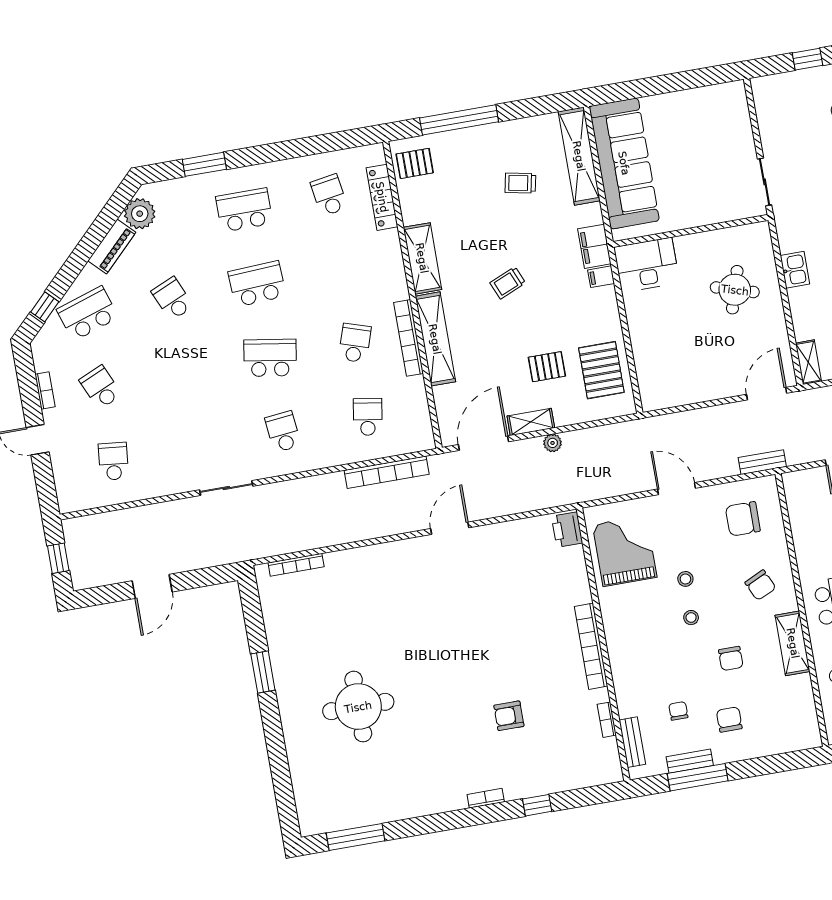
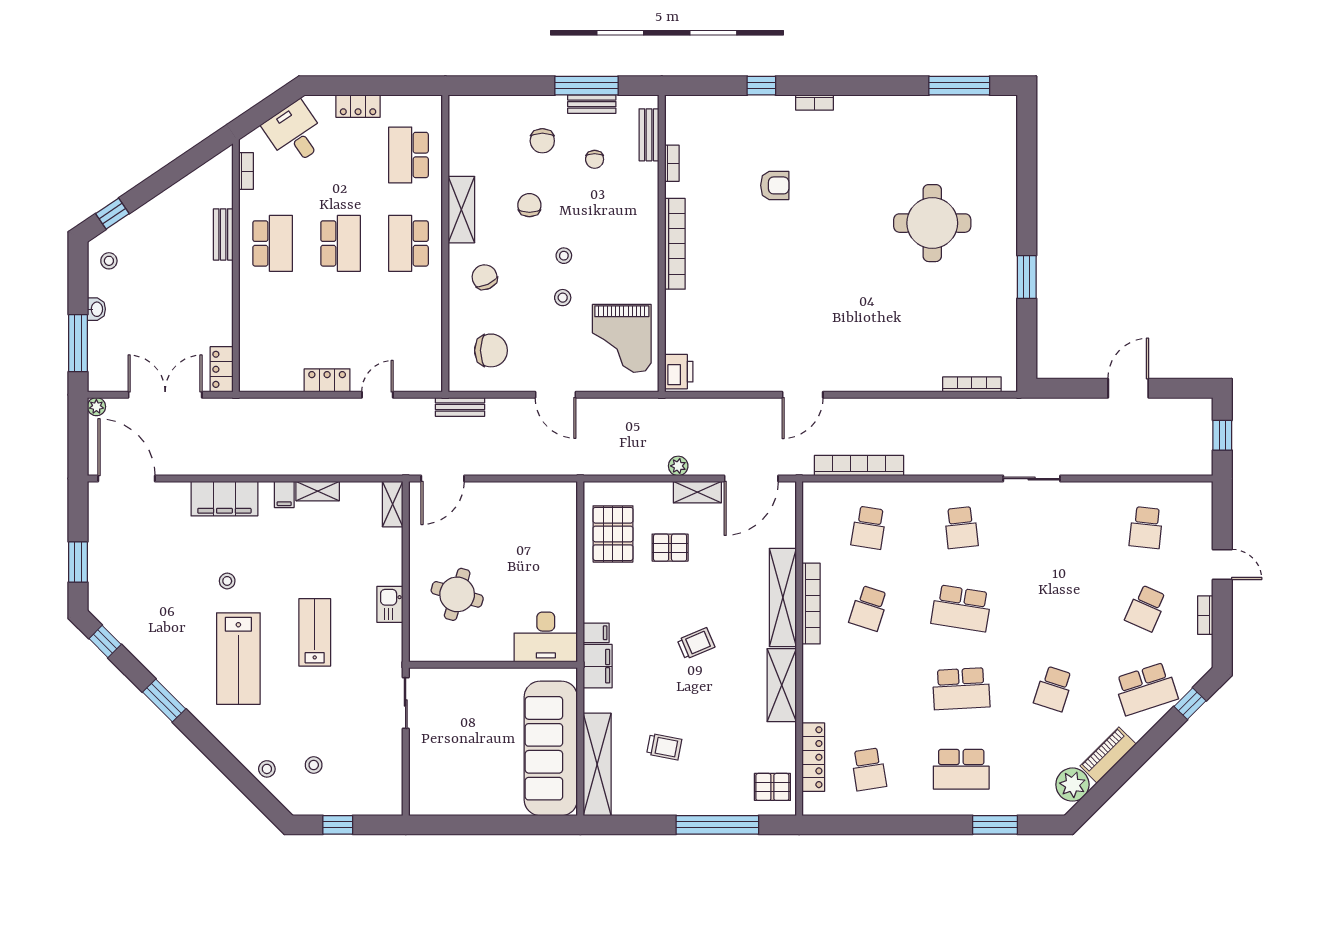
school desk: (172, 299) -> (1054, 689), turned 42
school desk: (100, 387) -> (1146, 608), turned 48

